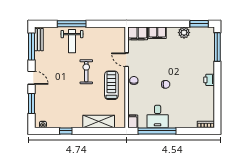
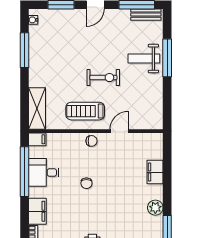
filing cabinet: (138, 33) -> (37, 211), moved, turned 180
treadmill: (111, 85) -> (85, 111), turned 180
shelving: (99, 122) -> (37, 109), moved
window: (66, 131) -> (24, 50), width x2.17

